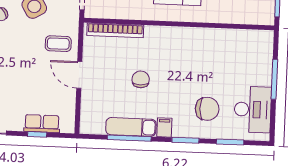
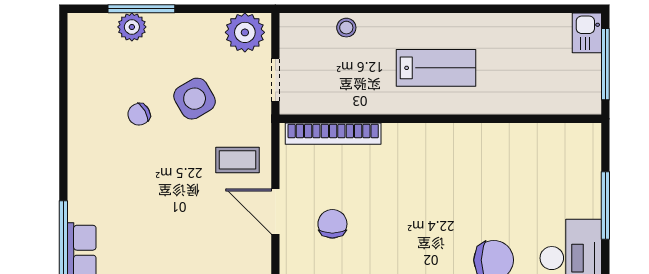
chair: (141, 79) -> (332, 224), moved

